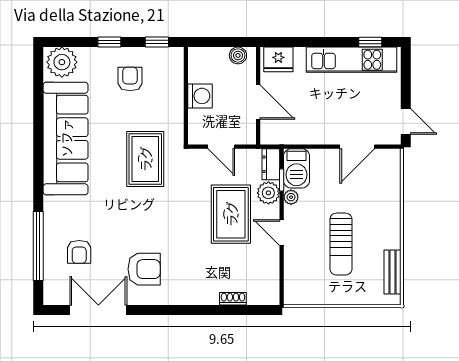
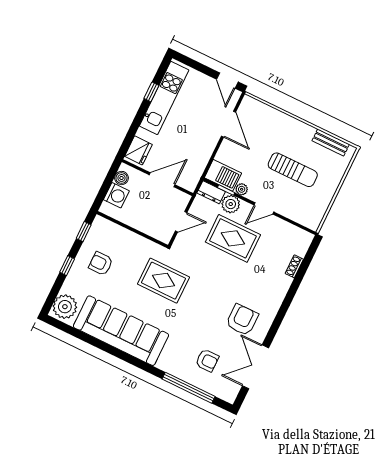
window: (370, 42) -> (151, 92), moved
washing machine: (200, 96) -> (116, 195), moved, turned 90
door: (406, 122) -> (227, 81), swing flipped

